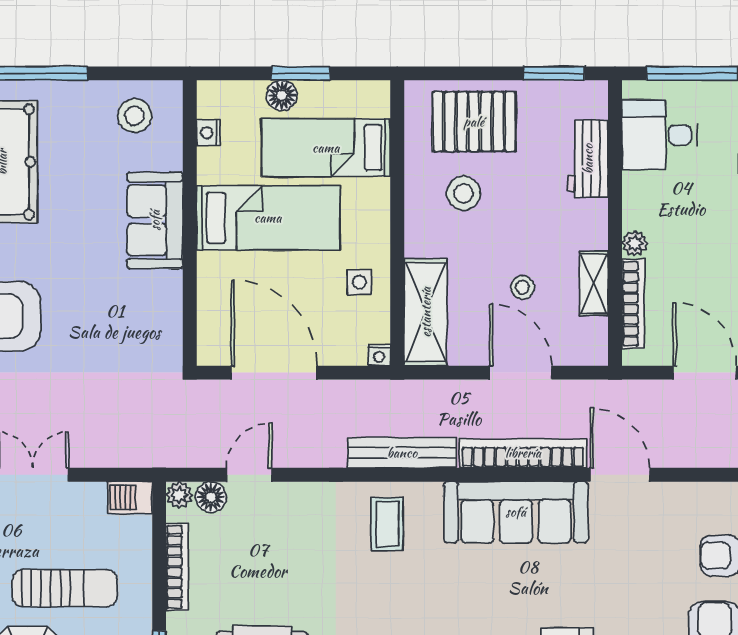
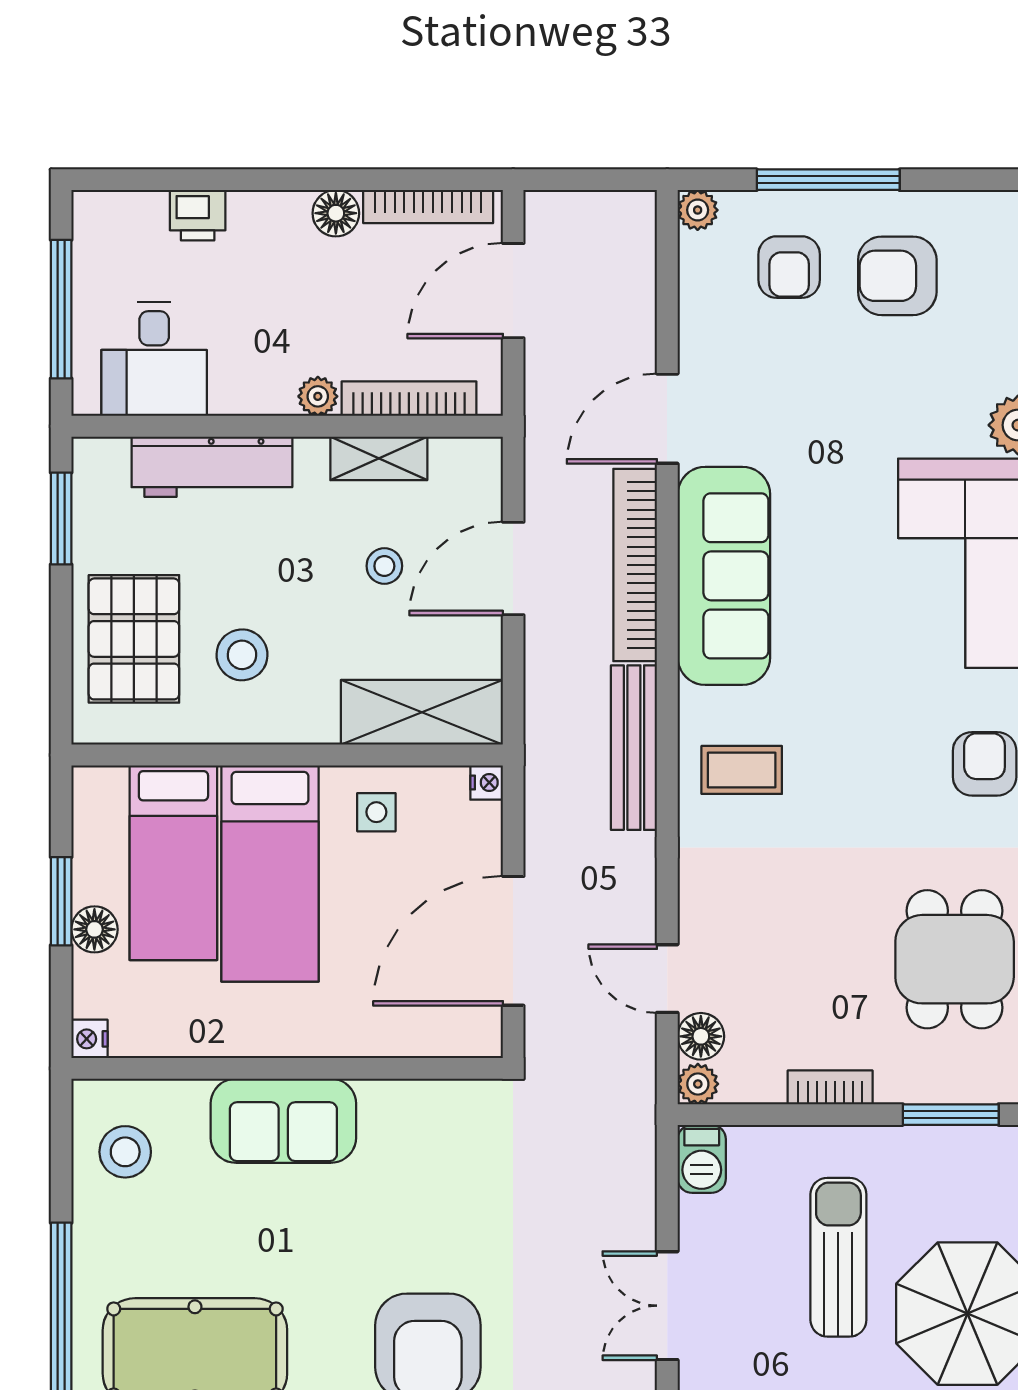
nightstand: (209, 133) -> (90, 1039), moved, turned 90
workbench: (588, 159) -> (212, 467), width x1.37
bed: (268, 218) -> (270, 873), moved, turned 180
bookcase: (177, 567) -> (830, 1087), width x0.64

